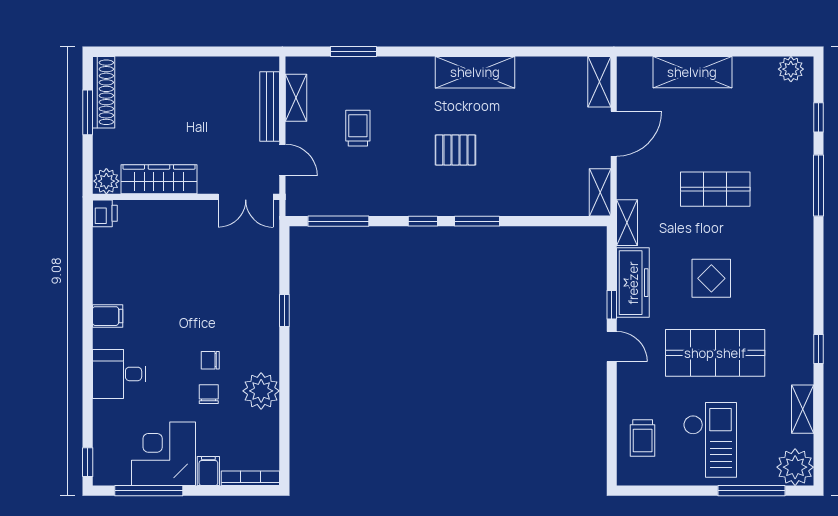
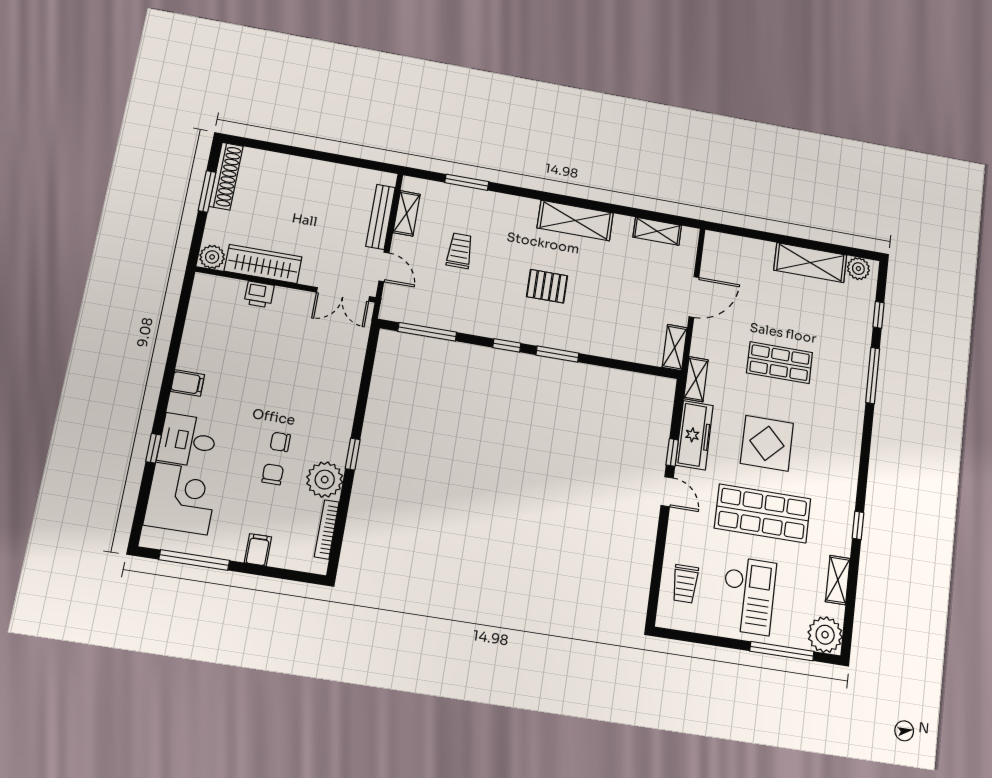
shelving: (692, 72) -> (810, 263), moved
shelving: (599, 82) -> (657, 231), moved, turned 90
printer: (105, 213) -> (259, 294), moved, turned 90
display table: (711, 278) -> (767, 443), width x1.36, depth x1.36
window: (284, 310) -> (353, 454), moved
corner desk: (163, 454) -> (181, 499), moved, turned 90
window: (88, 462) -> (153, 448), moved
bookcase: (250, 478) -> (327, 529), moved, turned -90

